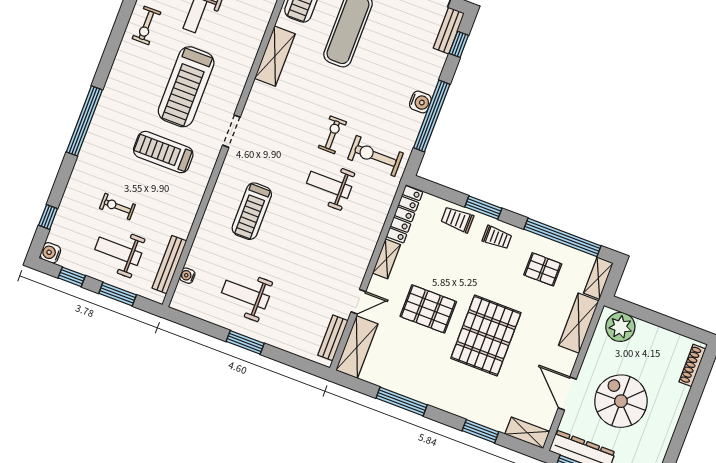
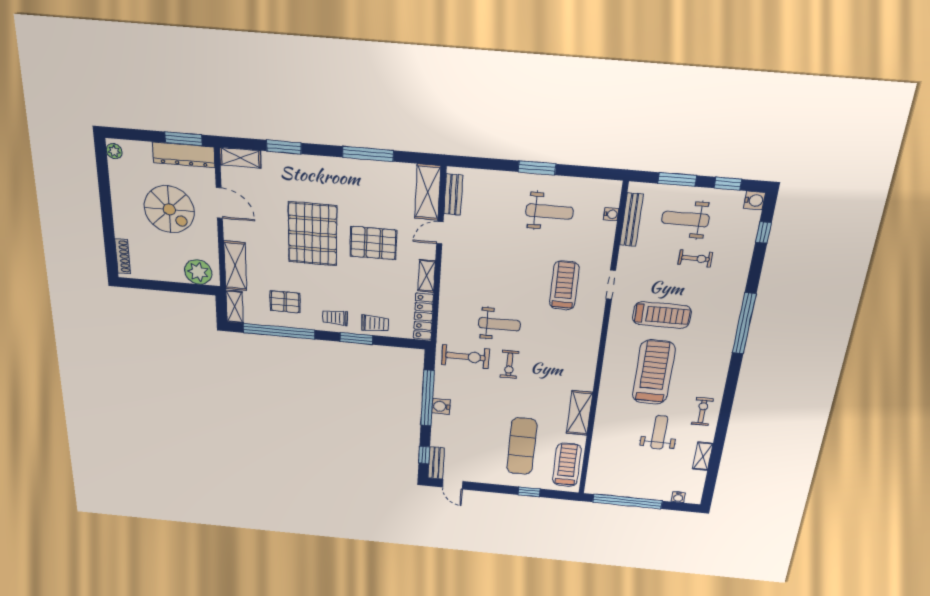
doorway: (231, 131) -> (611, 285), moved
weight bench: (118, 251) -> (685, 219), turned 180

